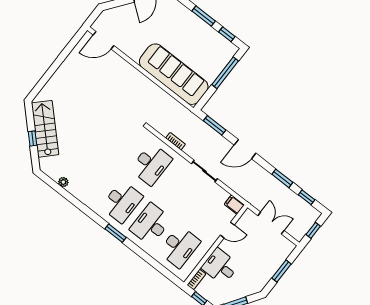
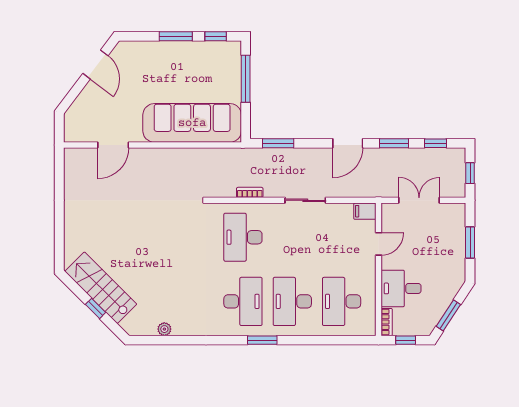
door: (103, 40) -> (113, 145), moved
door: (245, 149) -> (348, 143), moved
desk: (151, 164) -> (243, 237), turned 180
desk: (179, 247) -> (342, 301), turned 180

